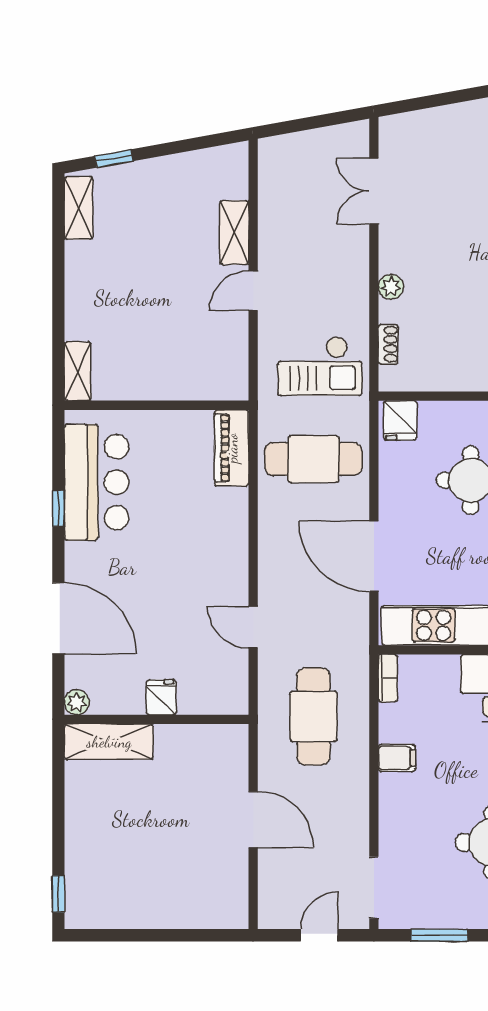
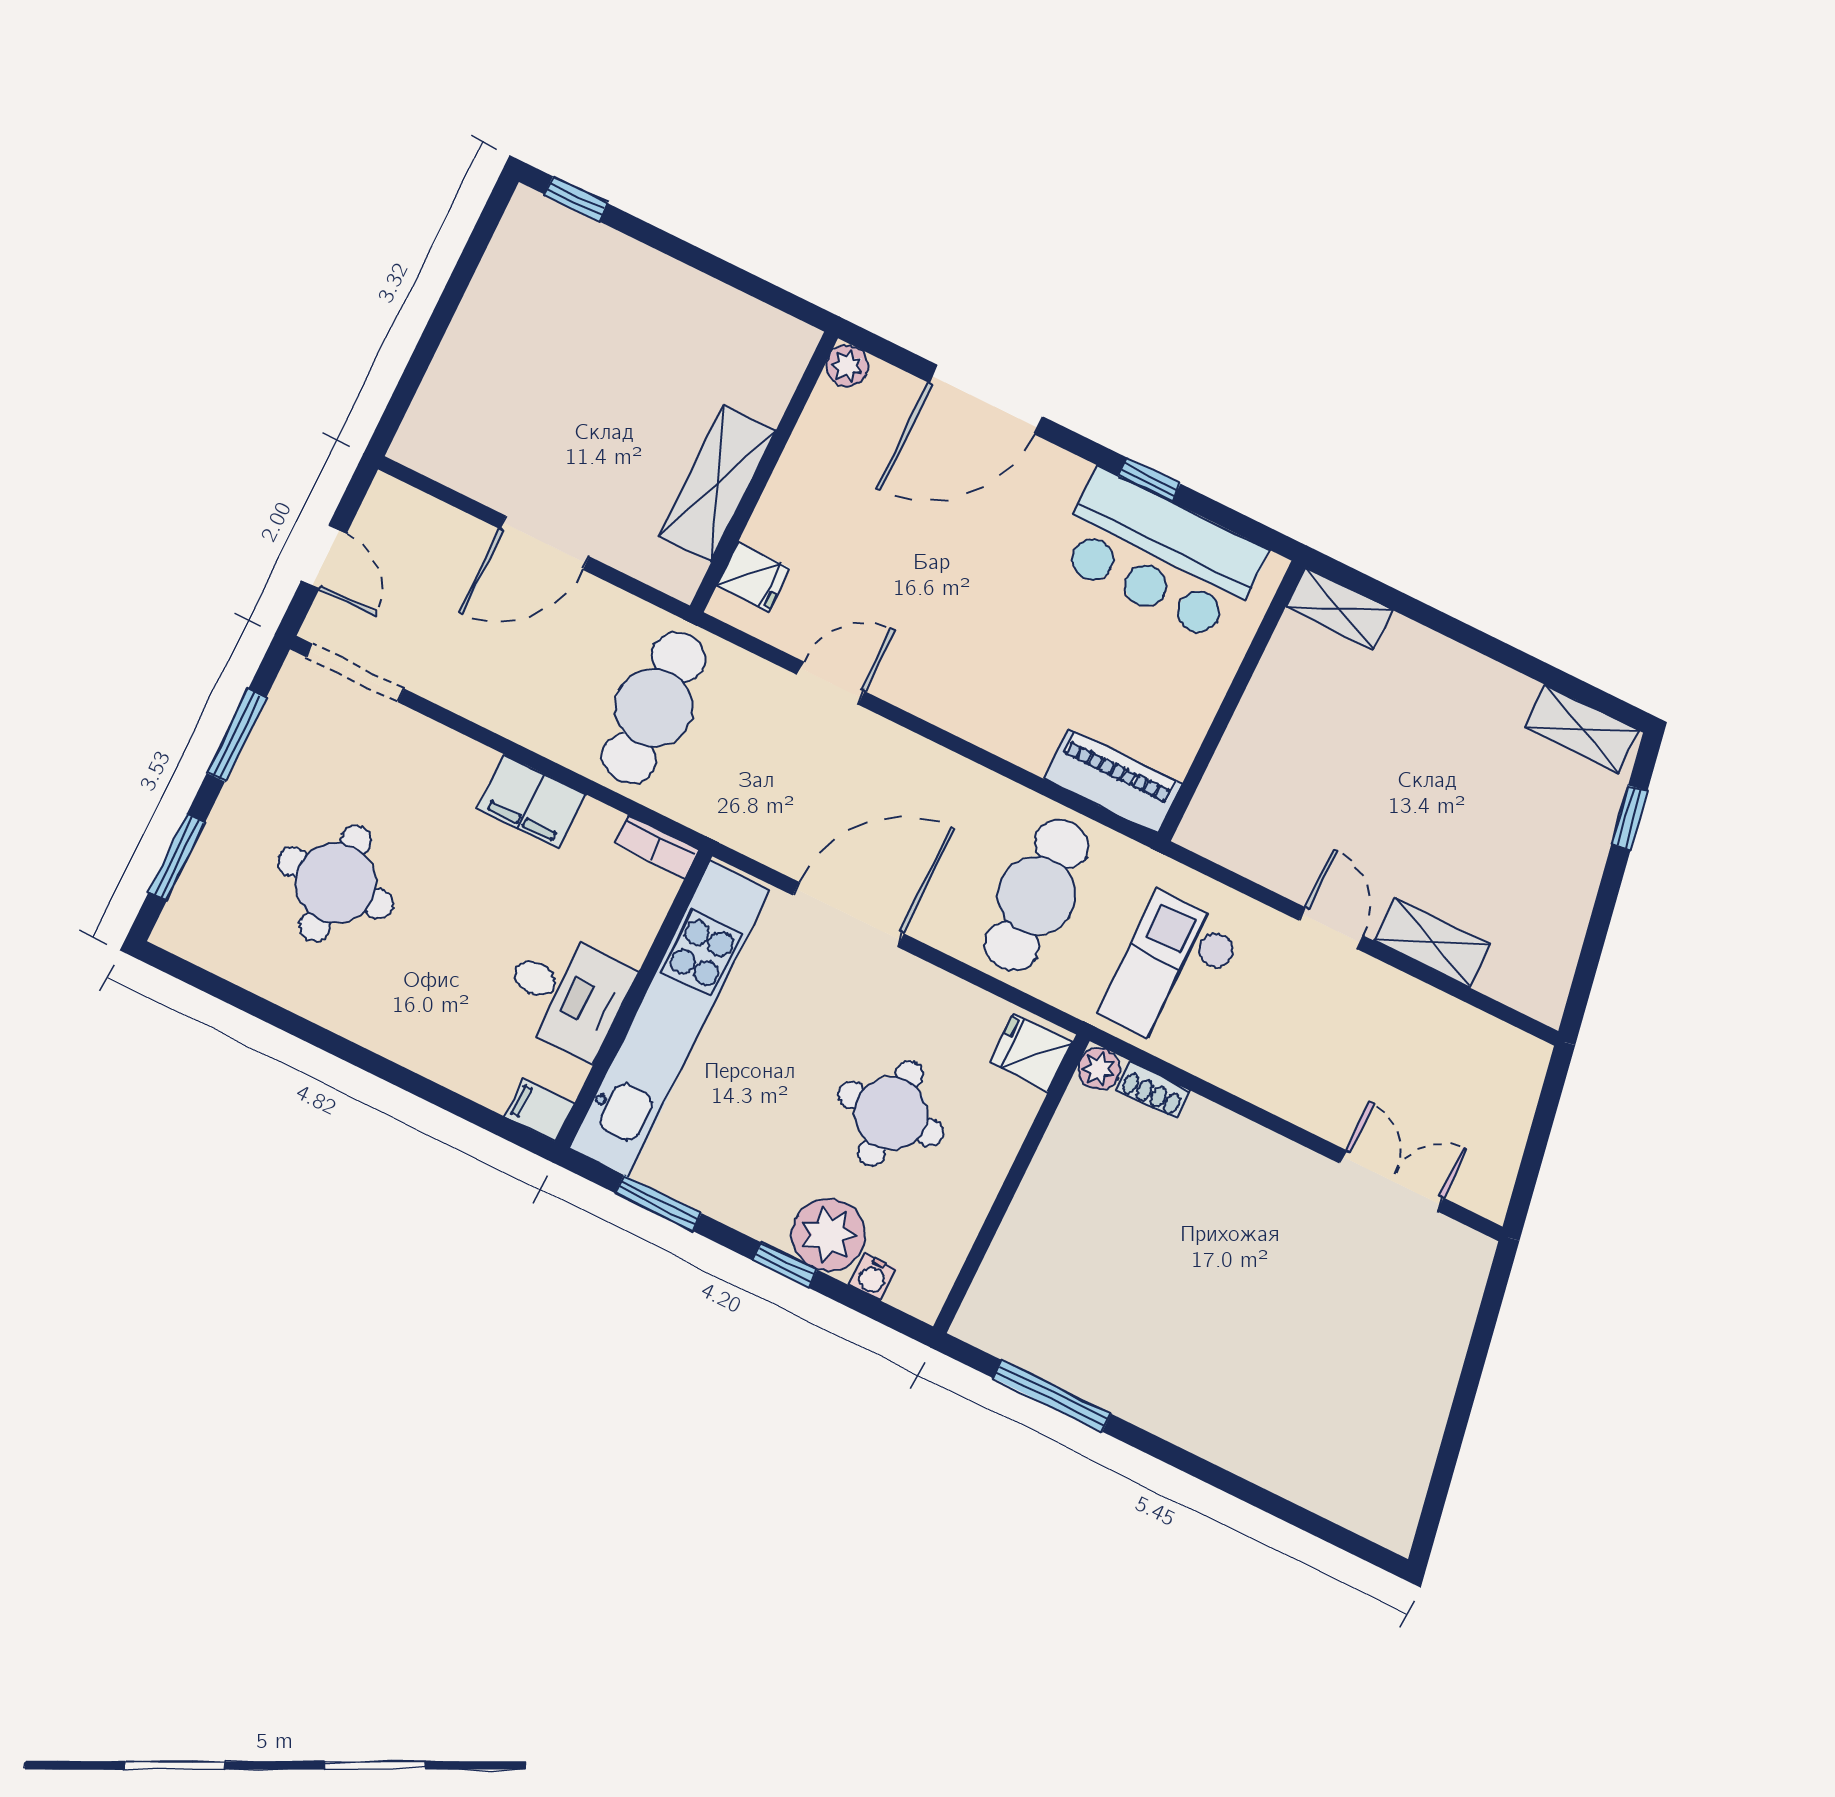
plant: (391, 287) -> (1099, 1069), moved
fridge: (161, 697) -> (753, 577), moved
cafe table: (313, 716) -> (654, 708), turned 90
shelving: (109, 742) -> (717, 484), moved
filing cabinet: (397, 758) -> (531, 802), width x2.00

